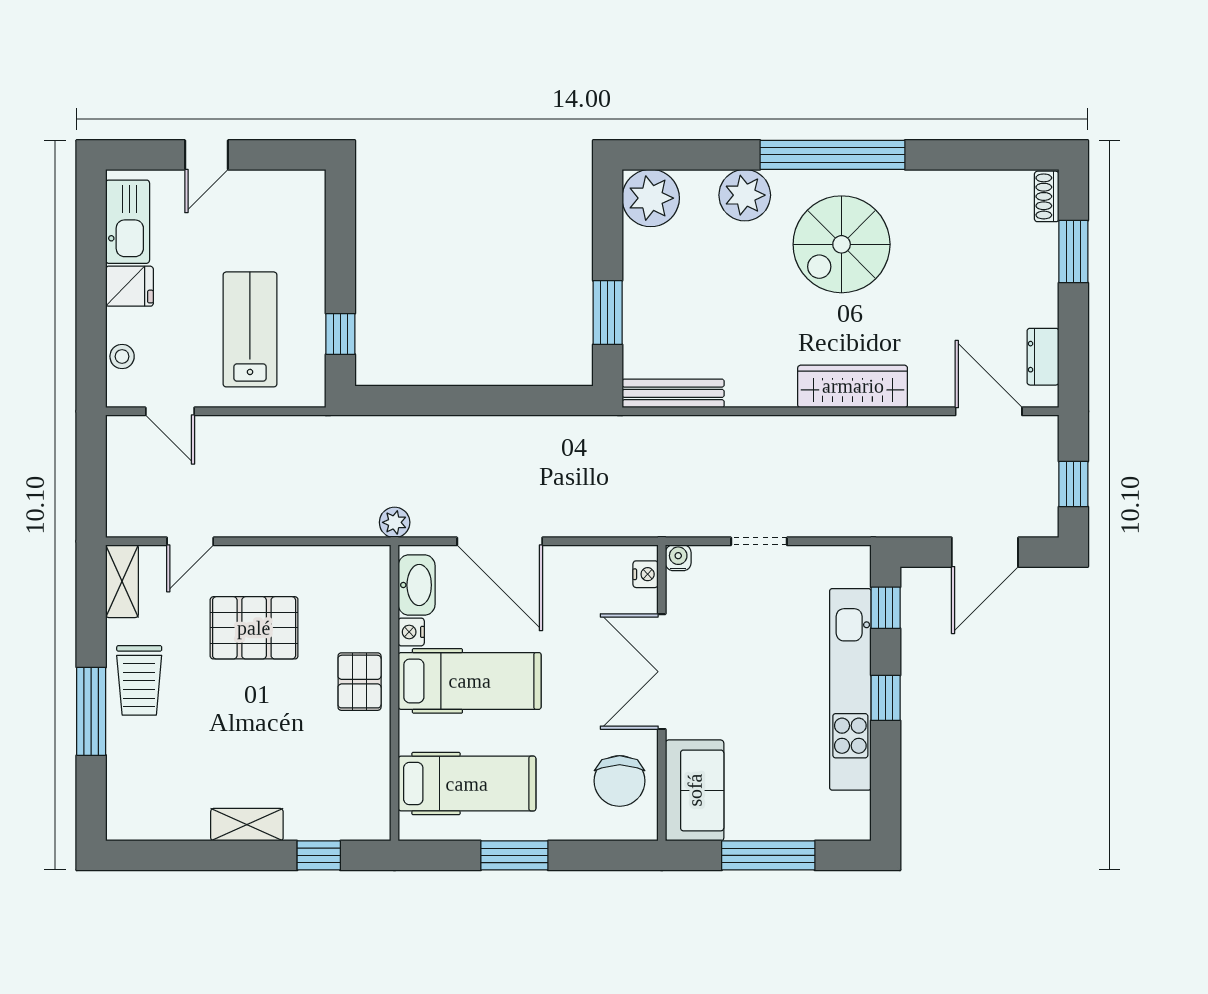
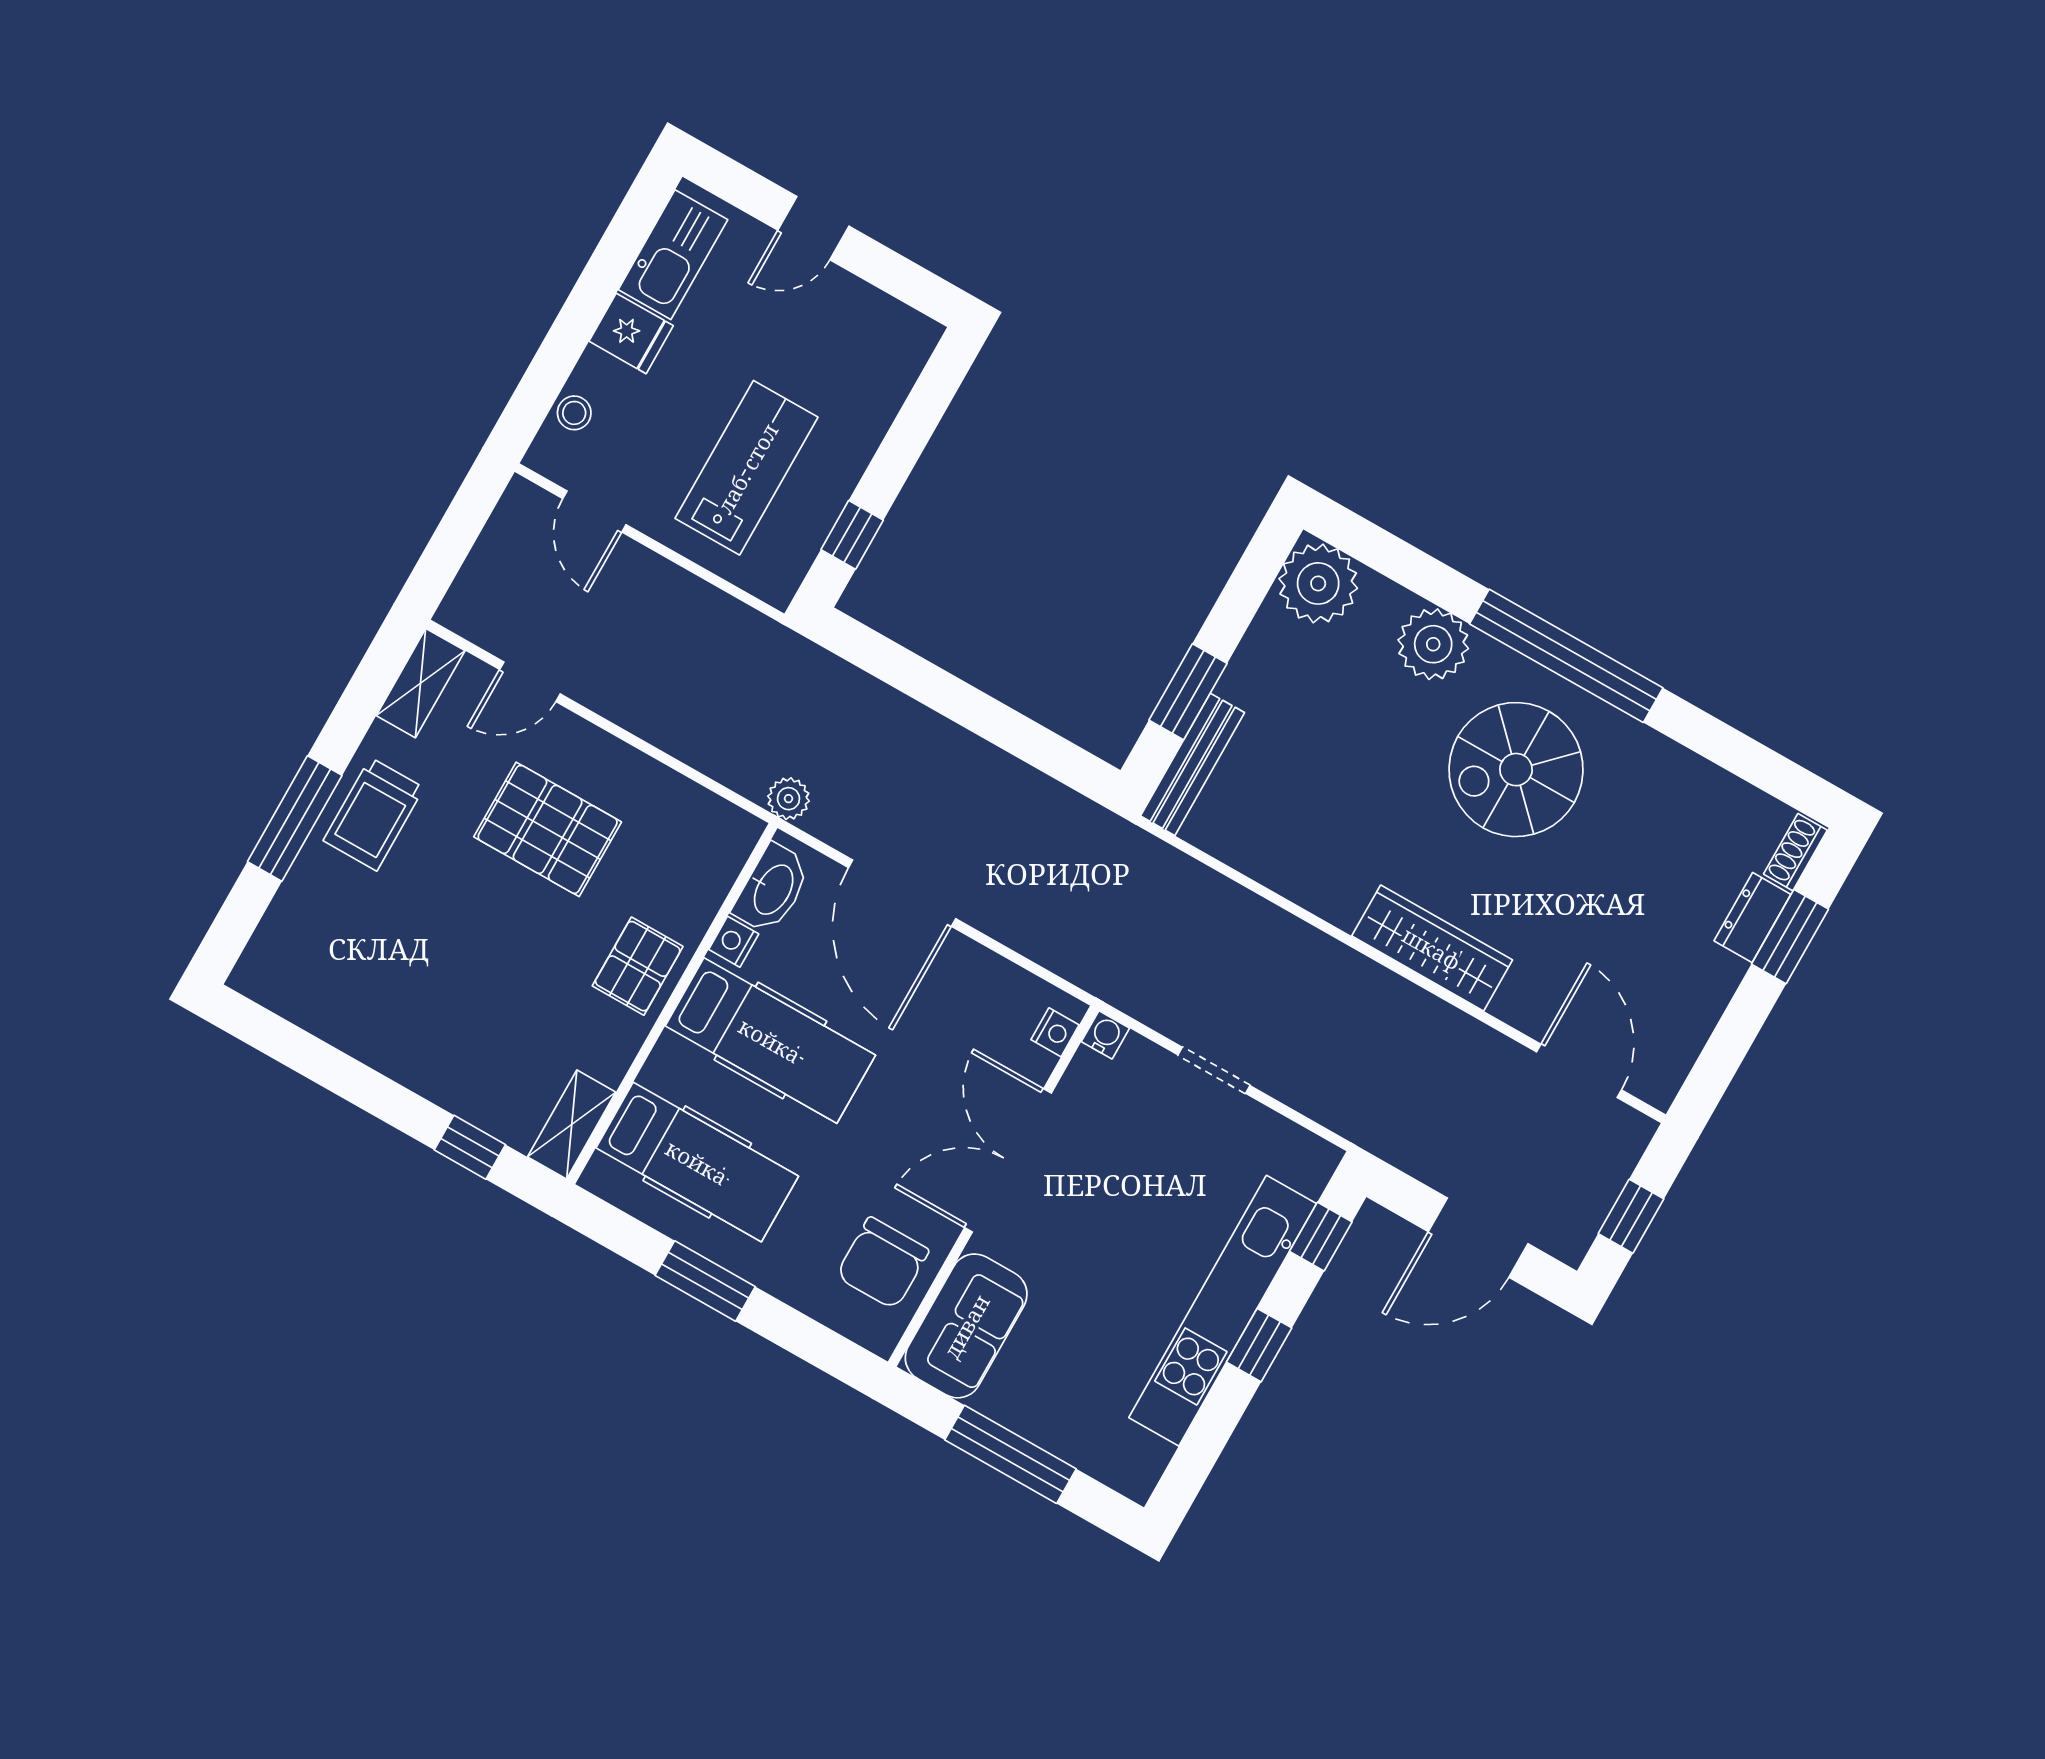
dresser: (1043, 357) -> (1752, 918), moved
bench: (673, 393) -> (1193, 764), moved, turned 90
shelving: (247, 825) -> (572, 1125), moved, turned 90

